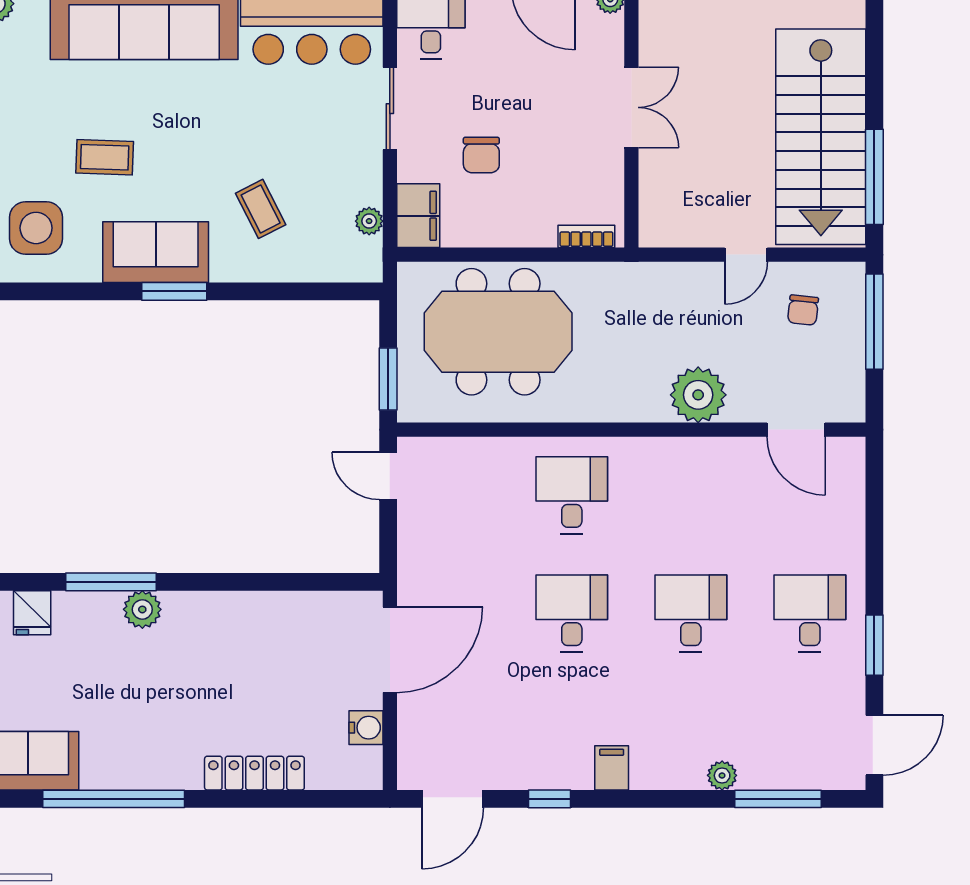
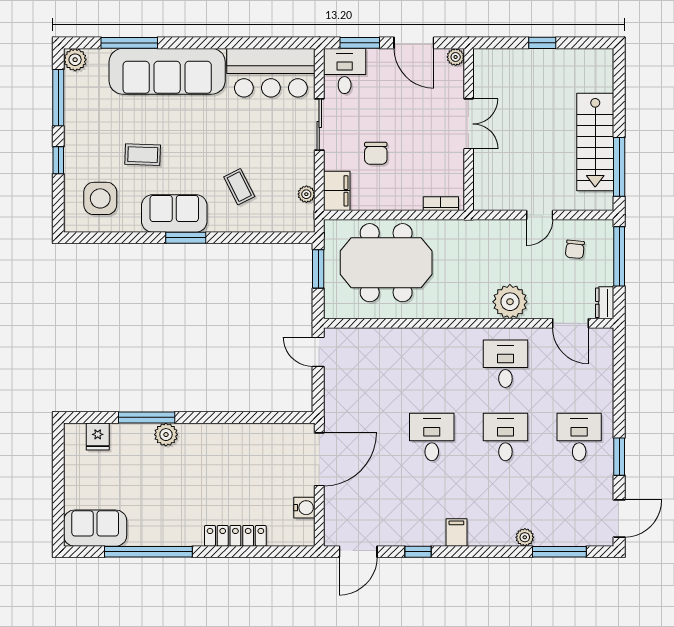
stairs: (821, 137) -> (595, 142), width x0.73, depth x0.66
window: (388, 379) -> (318, 269), moved
dresser: (851, 397) -> (605, 303), added
desk: (572, 495) -> (505, 364), moved

